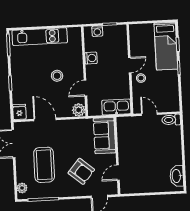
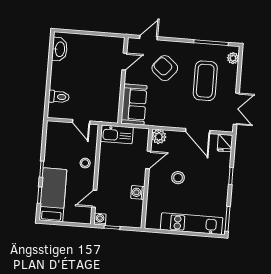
washing machine: (97, 31) -> (100, 219), moved
door: (130, 65) -> (94, 199), moved
toilet: (171, 120) -> (59, 97), moved

